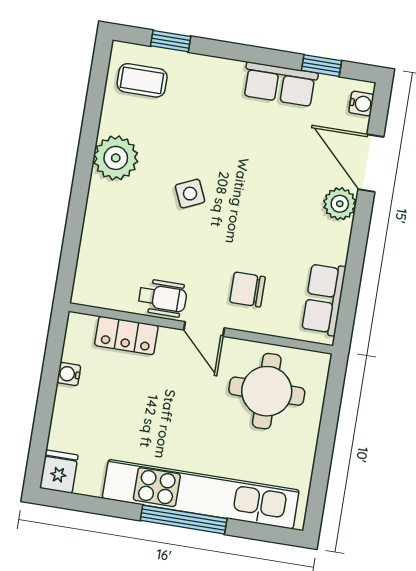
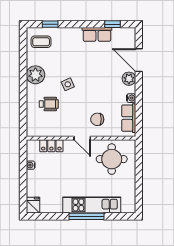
water cooler: (361, 104) -> (131, 98), moved
wheelchair: (162, 298) -> (49, 104), moved
kitchen unit: (201, 494) -> (92, 205), width x0.73

